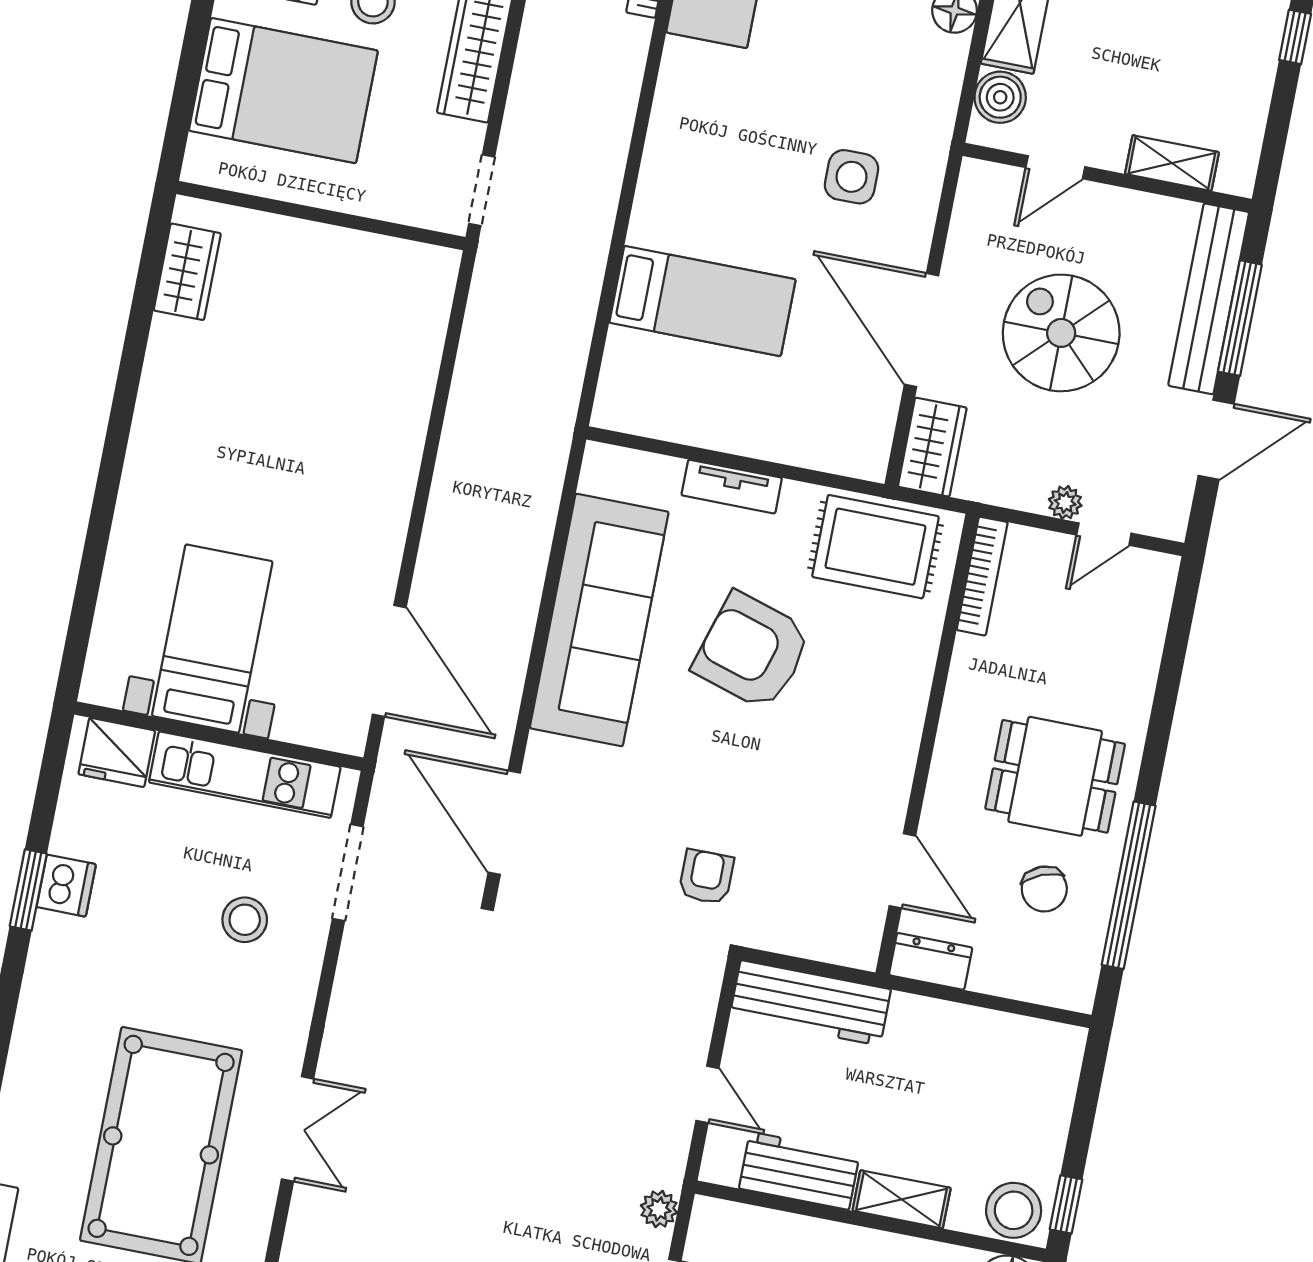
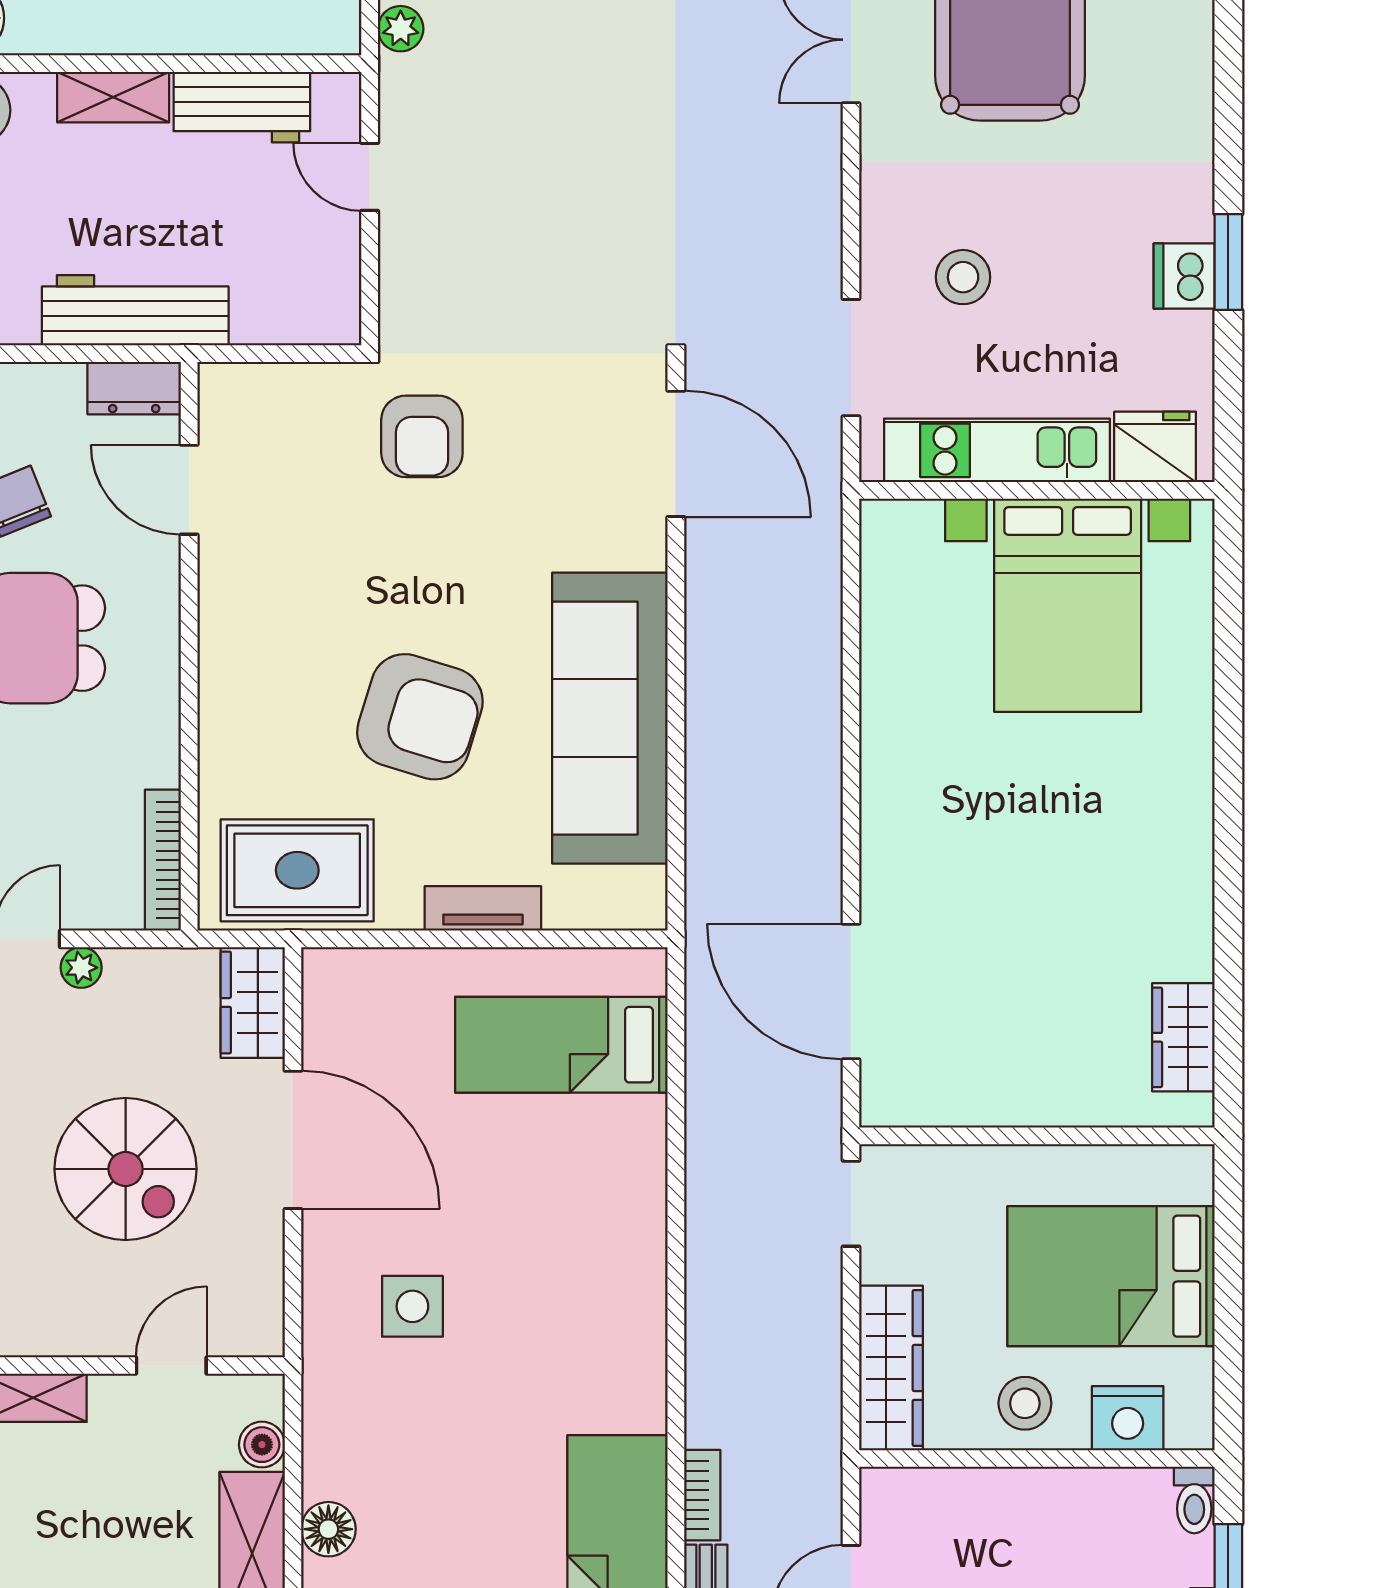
boiler: (1000, 97) -> (262, 1445), width x0.73, depth x0.73
bed: (702, 301) -> (561, 1045), moved
bed with nightstands: (212, 639) -> (1068, 605), width x1.36
door: (389, 661) -> (851, 991), moved
armchair: (706, 877) -> (422, 436), width x1.38, depth x1.38
workbench: (810, 1003) -> (135, 310), moved

